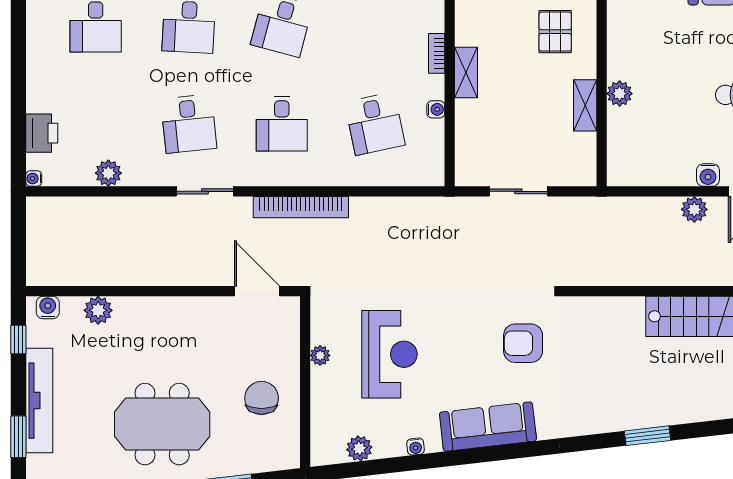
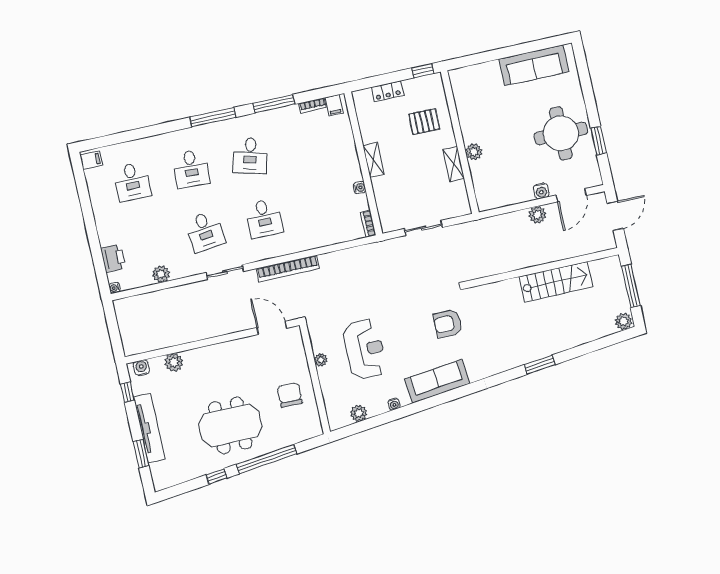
pallet: (555, 32) -> (424, 122), turned 90
bookcase: (437, 53) -> (368, 224), moved
desk: (375, 124) -> (323, 205), removed

